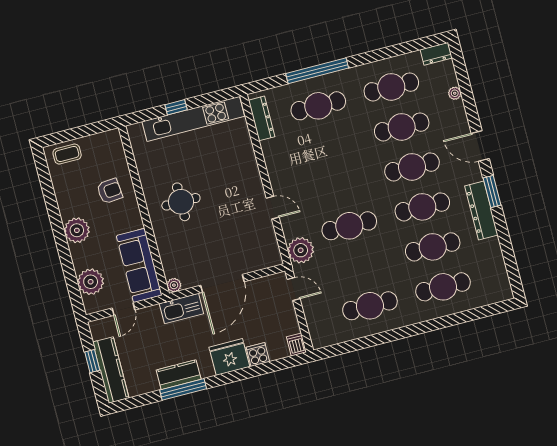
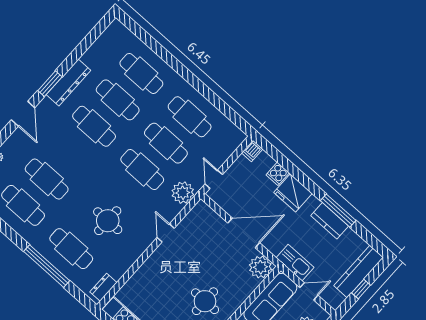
dresser: (262, 118) -> (103, 287), width x0.70
round table: (322, 159) -> (108, 221), added
cafe table: (412, 167) -> (166, 143), moved
plant: (174, 285) -> (260, 267), width x1.87, depth x1.87
kitchen sink: (181, 309) -> (295, 263), moved

